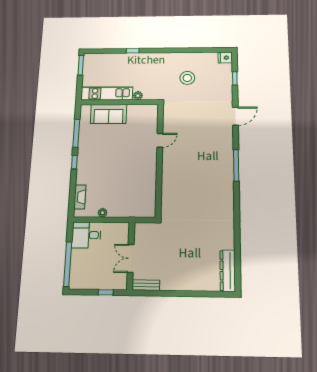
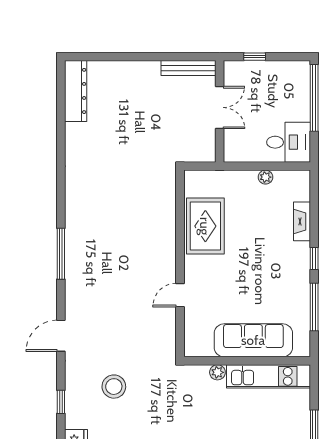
stool: (187, 78) -> (114, 387), moved
sofa: (109, 114) -> (253, 340), width x1.36
rug: (142, 182) -> (205, 226), added
fireplace: (80, 197) -> (302, 221), moved
bench: (146, 285) -> (188, 68), width x1.36

